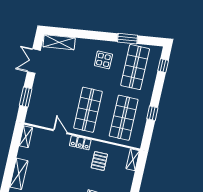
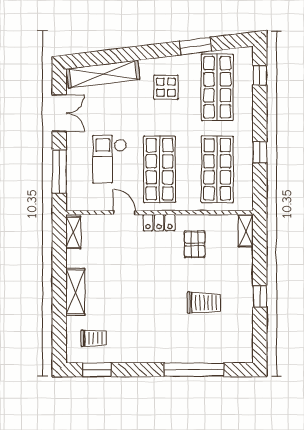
shelving: (59, 42) -> (103, 74), width x1.47
double door: (34, 61) -> (59, 113), swing flipped
checkout: (59, 96) -> (110, 159), added
window: (26, 97) -> (59, 171), width x1.44

